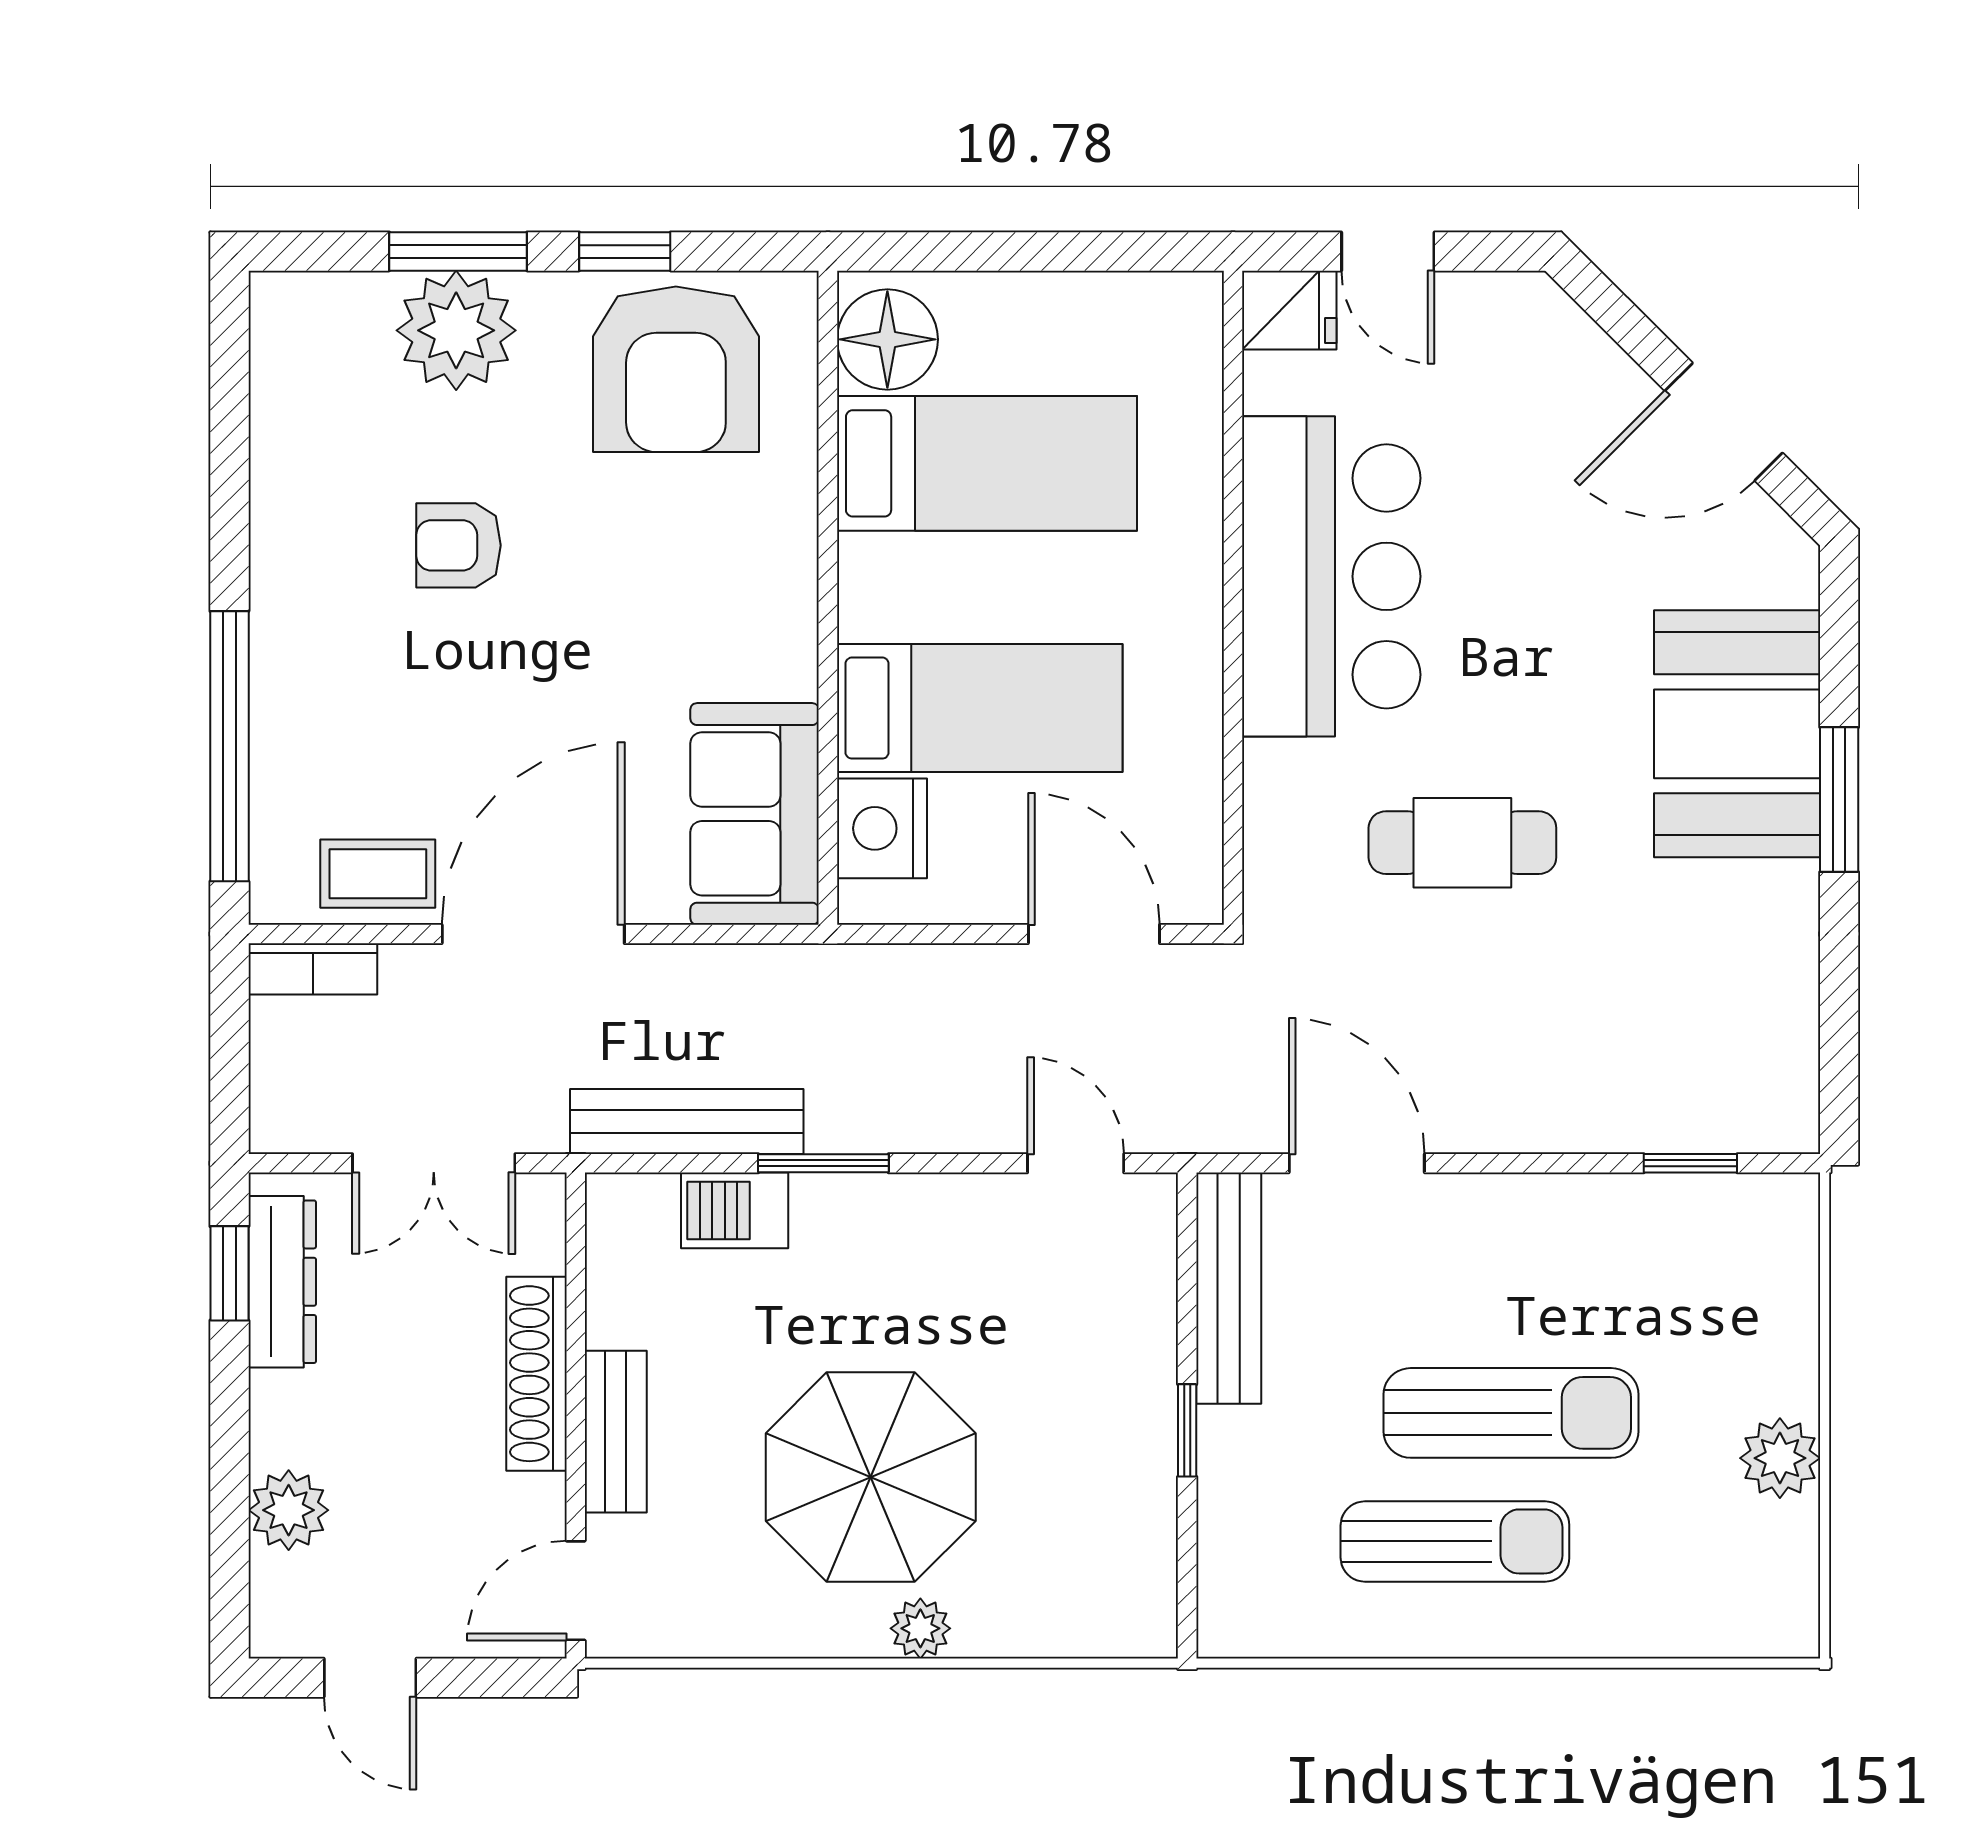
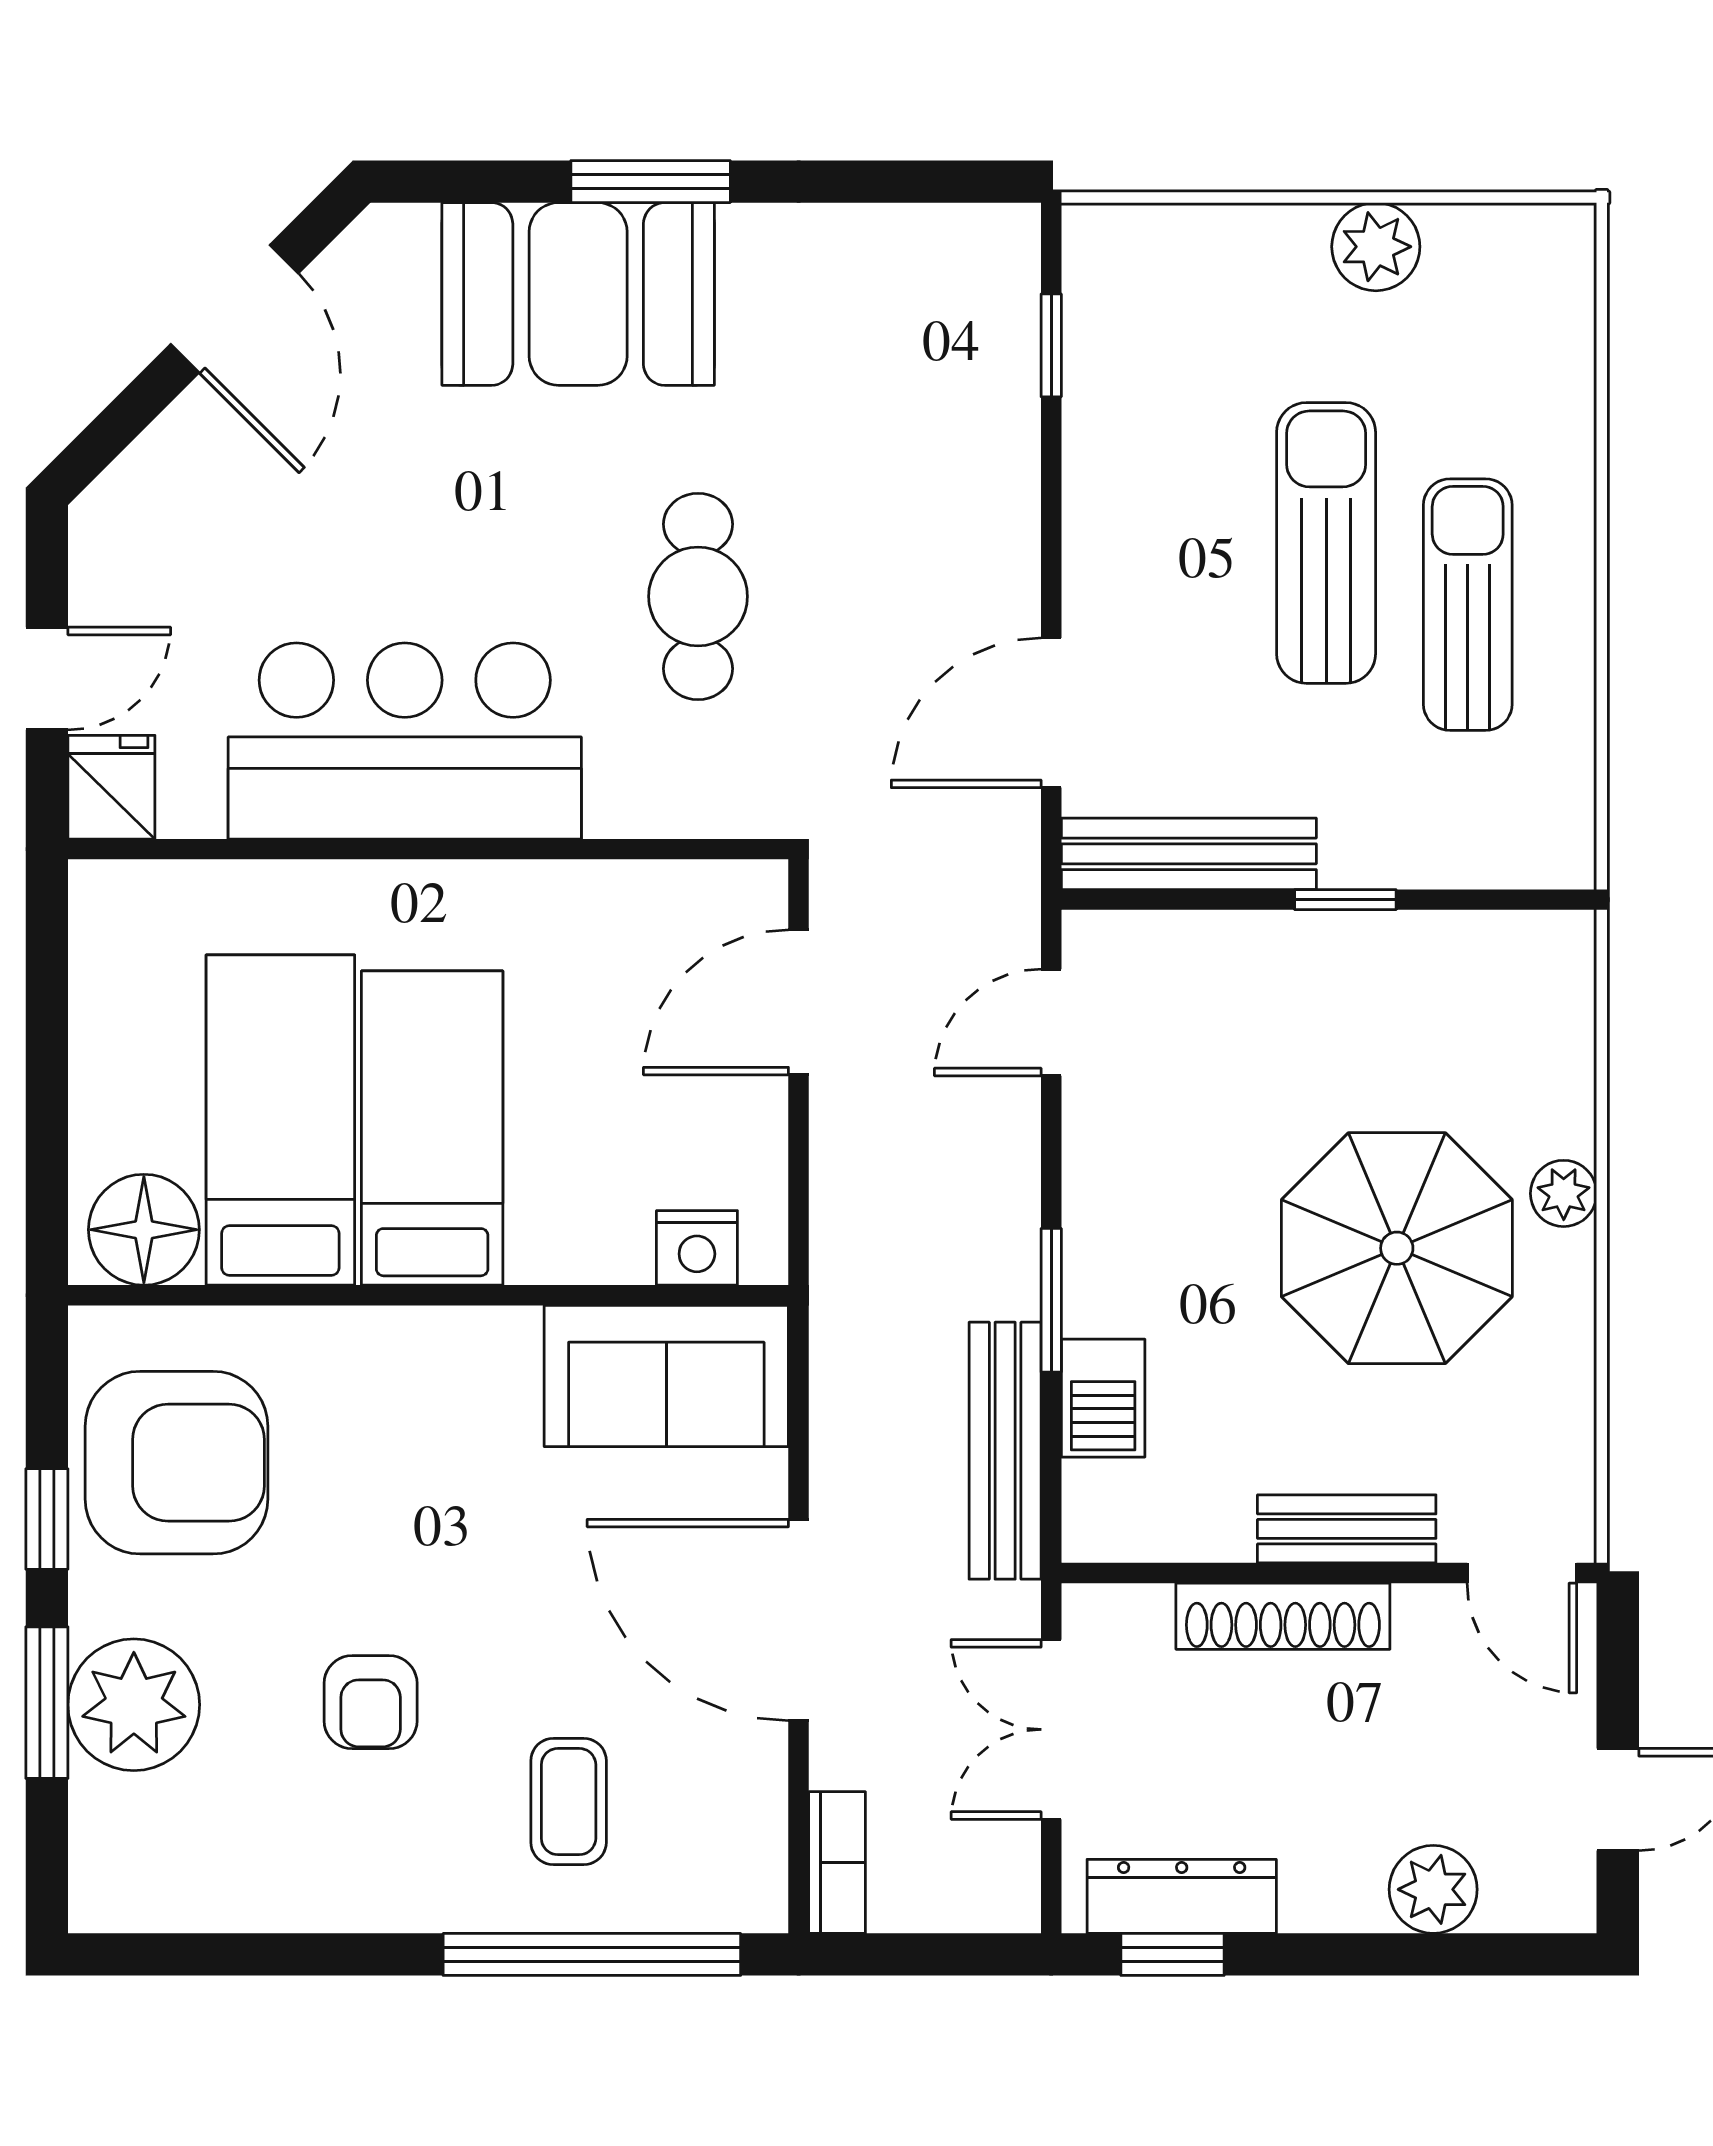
bed: (980, 708) -> (432, 1128), moved
nightstand: (882, 828) -> (697, 1248), width x0.74, depth x0.75
coffee table: (378, 874) -> (569, 1802), moved
double door: (434, 1163) -> (1051, 1729), swing flipped

